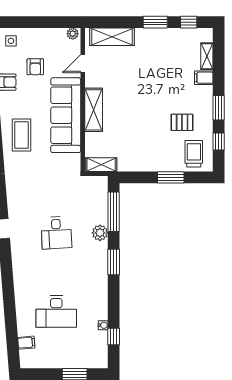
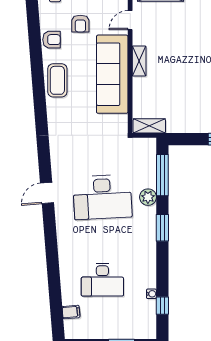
shelving: (94, 110) -> (139, 61), width x0.67, depth x0.75
coffee table: (22, 135) -> (57, 80), moved
desk: (56, 233) -> (102, 197), width x1.87, depth x1.30

